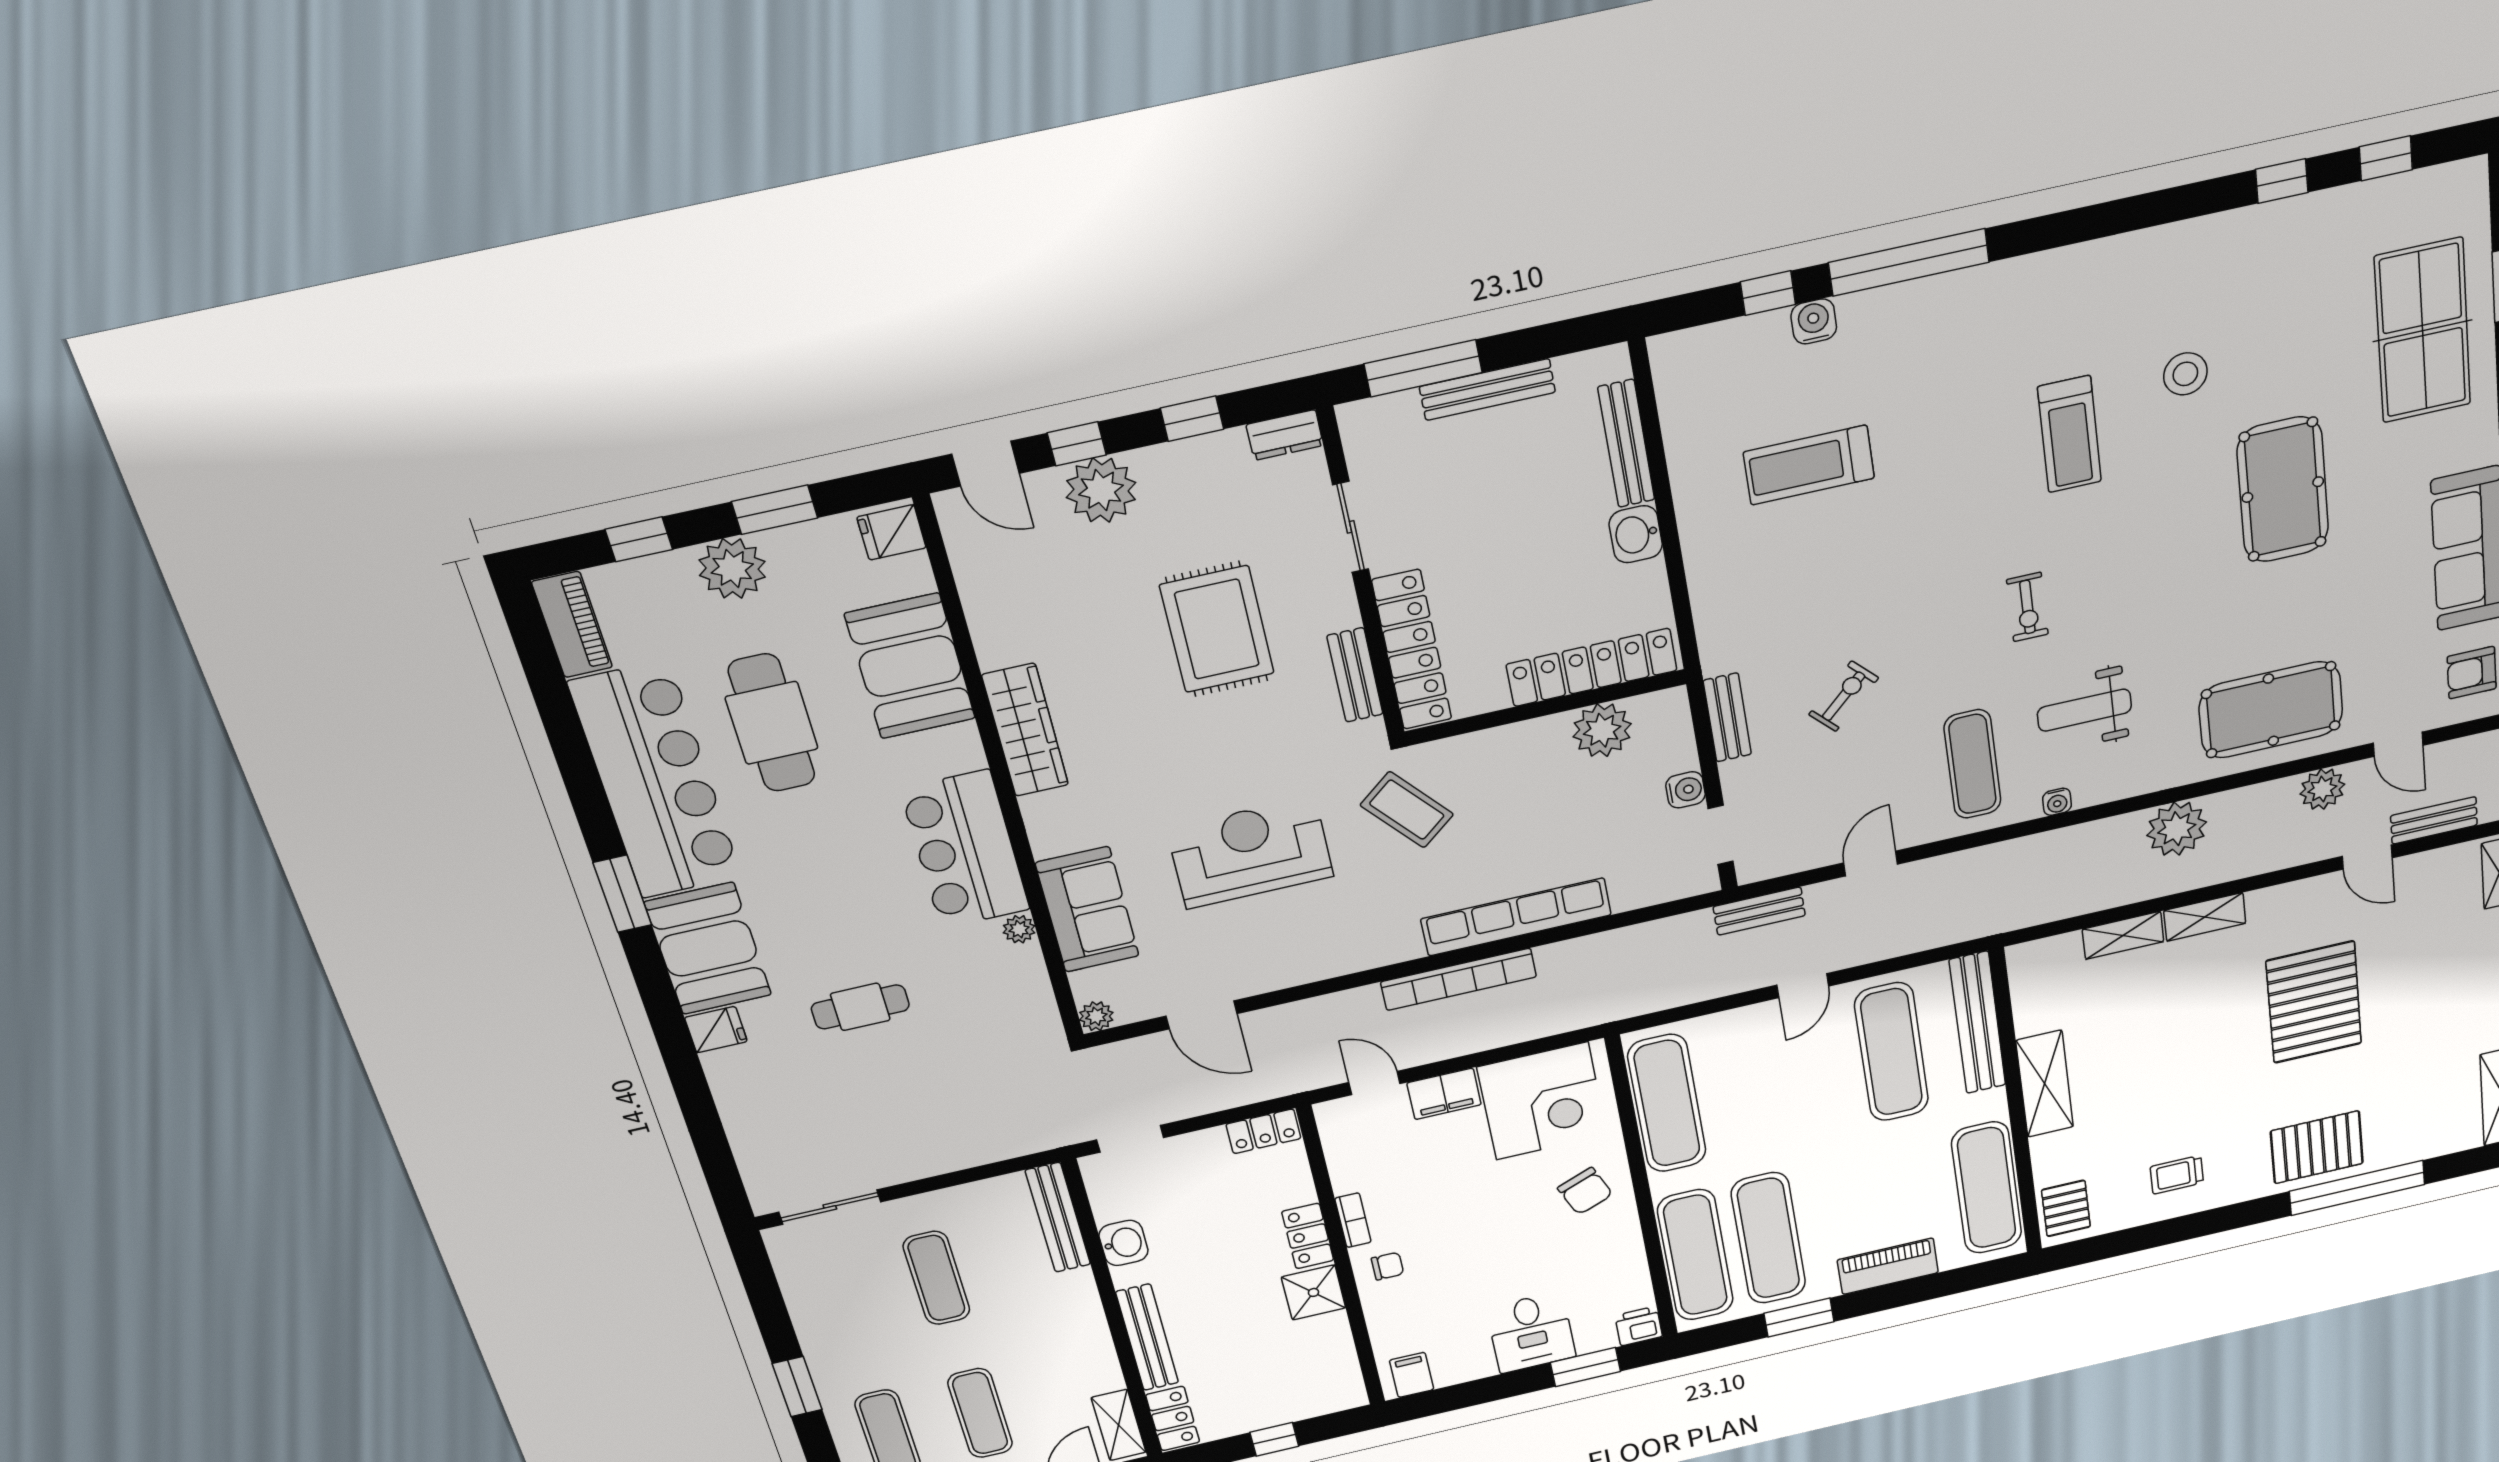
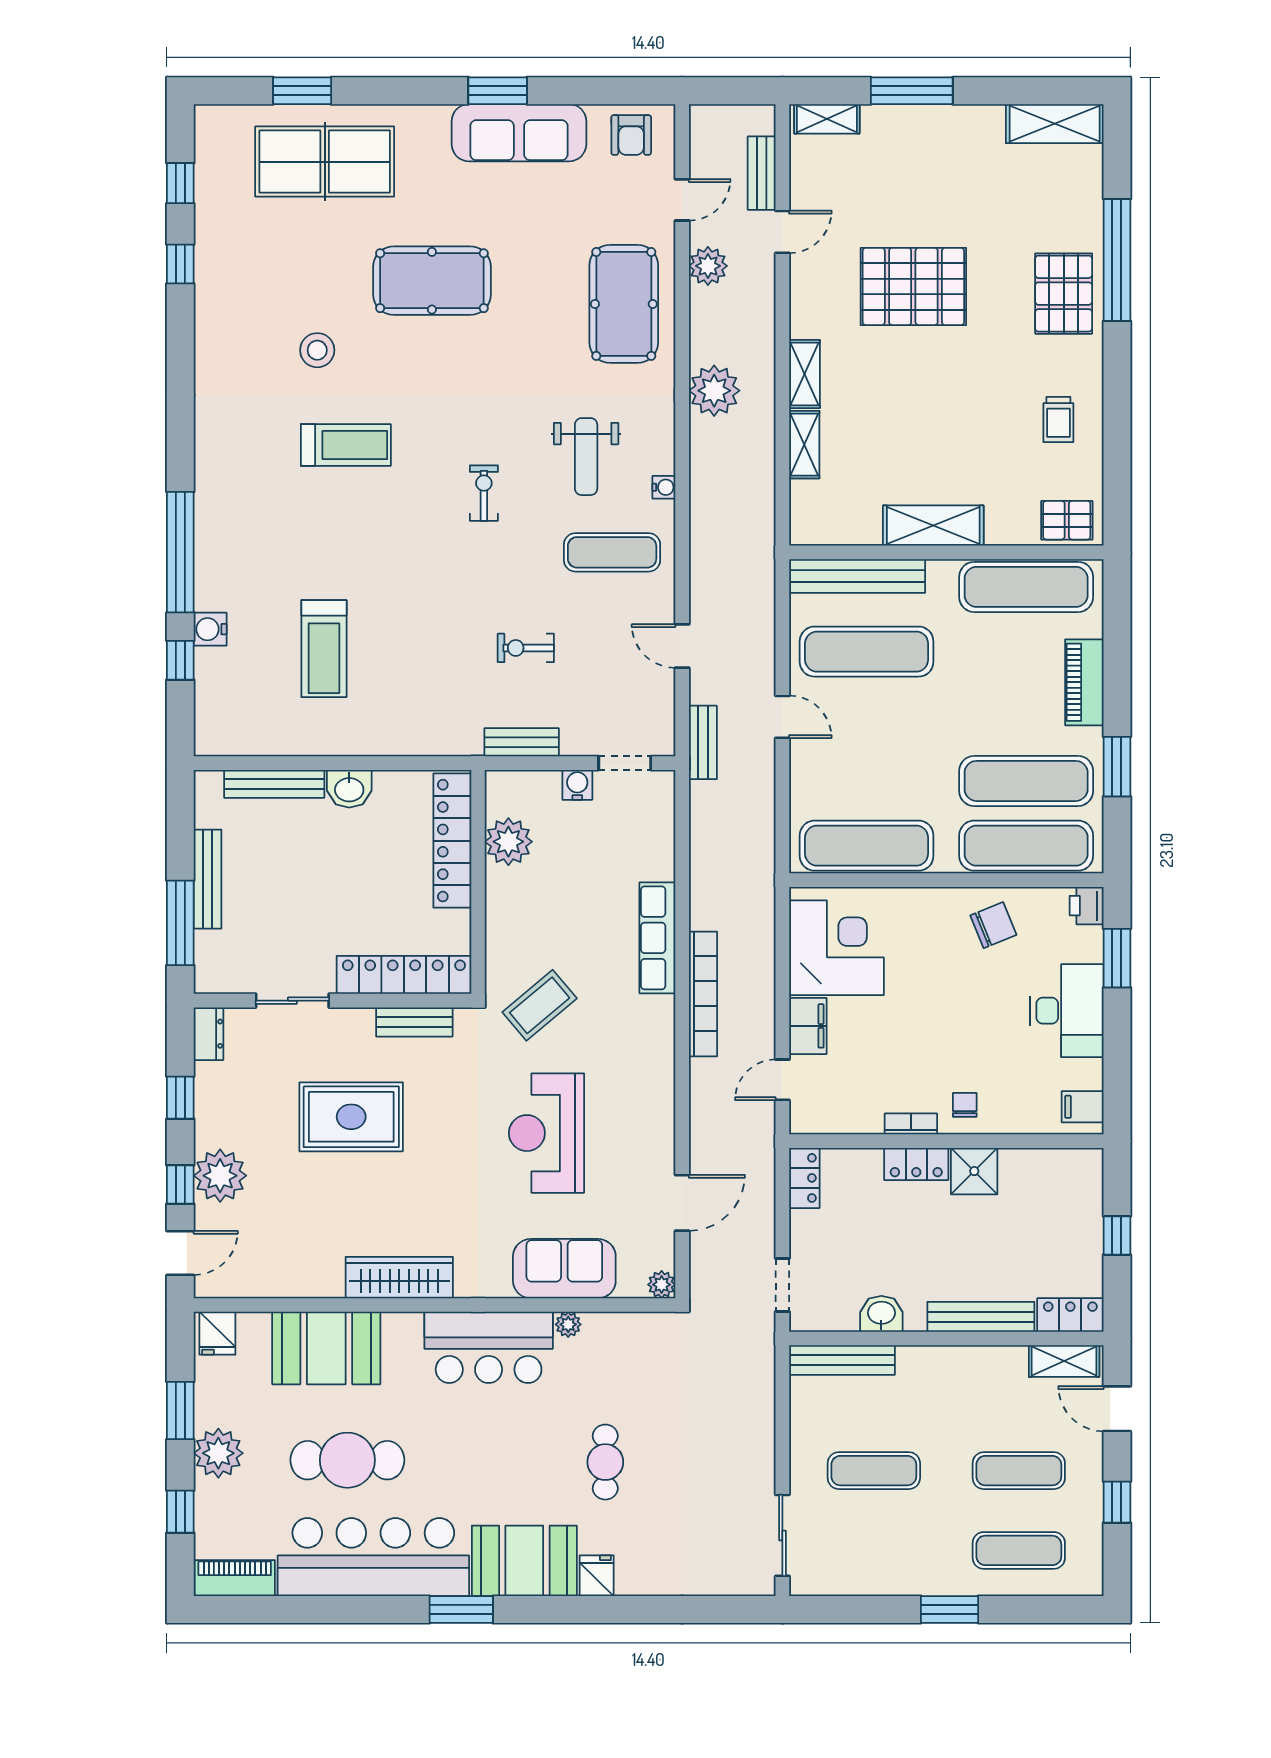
exercise bike: (2027, 607) -> (484, 493), turned -90
exercise bike: (1844, 696) -> (526, 648), turned -46
row of seats: (1516, 917) -> (657, 938), width x0.73
chair: (1585, 1191) -> (993, 925), moved
desk: (1531, 1332) -> (1067, 1011), width x1.37

